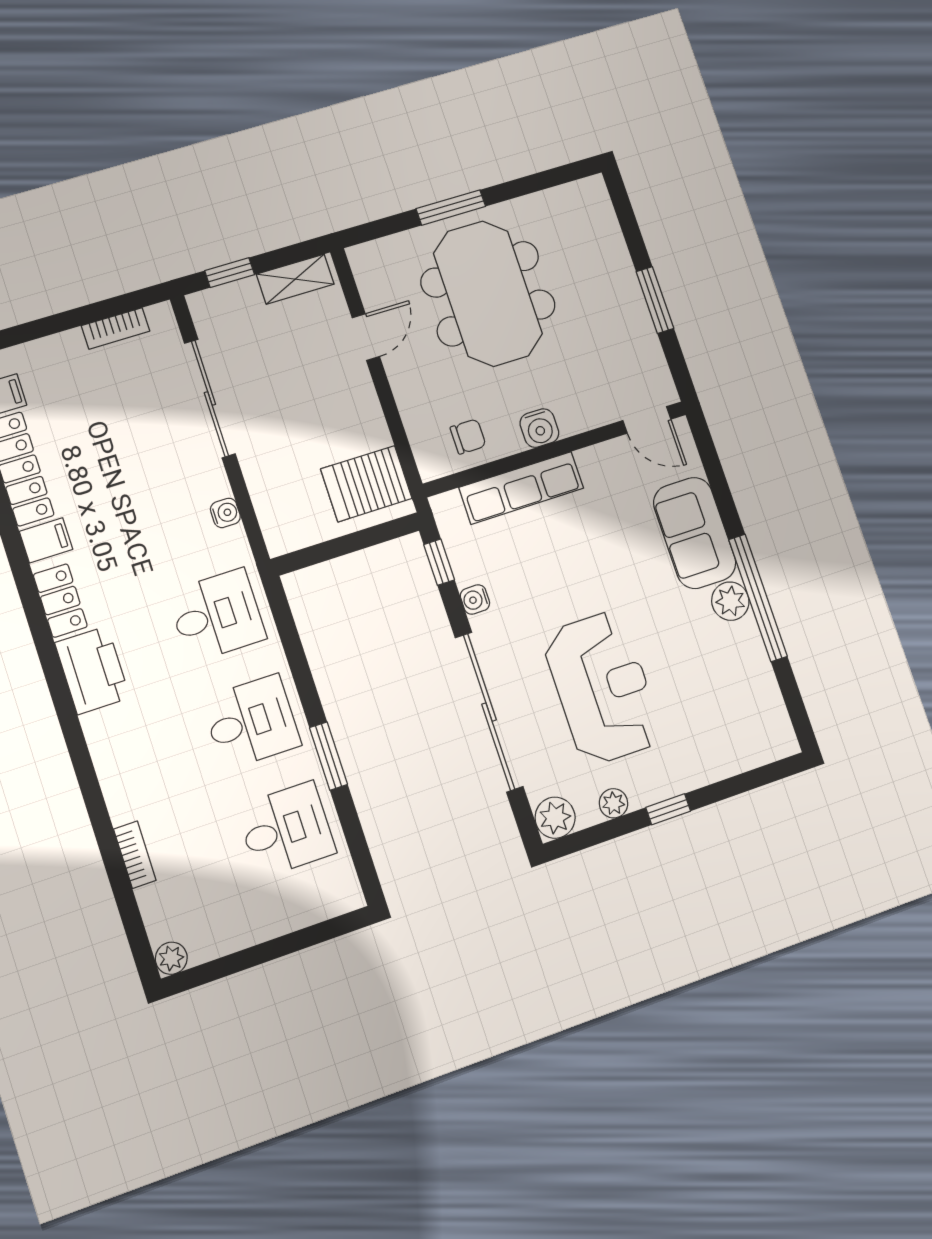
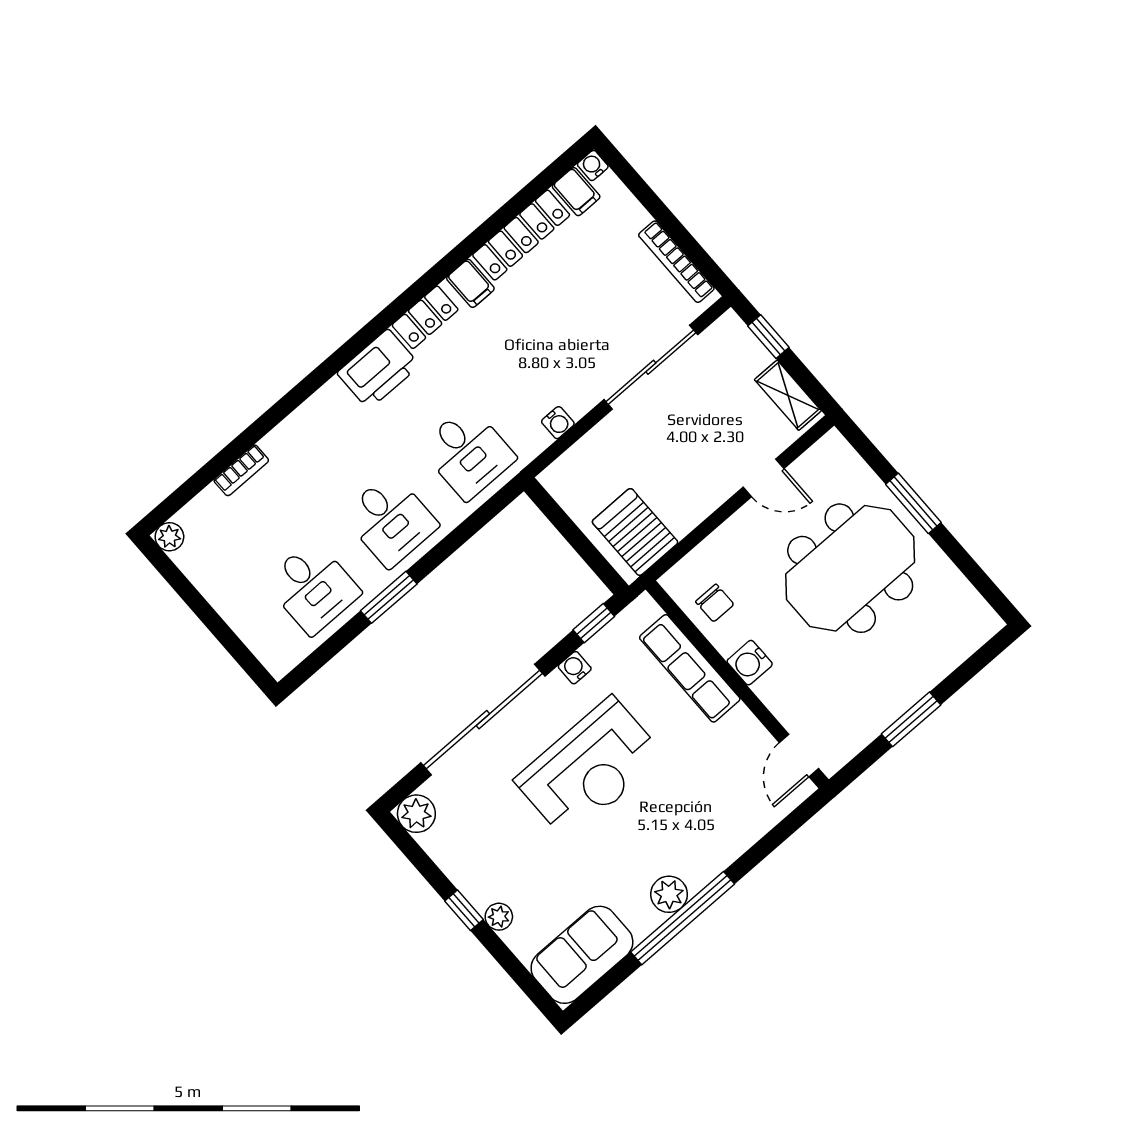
bookcase: (116, 328) -> (676, 262), width x1.56
sofa: (695, 533) -> (582, 955), moved
reception desk: (603, 688) -> (589, 768), moved
plant: (613, 803) -> (499, 917), moved

